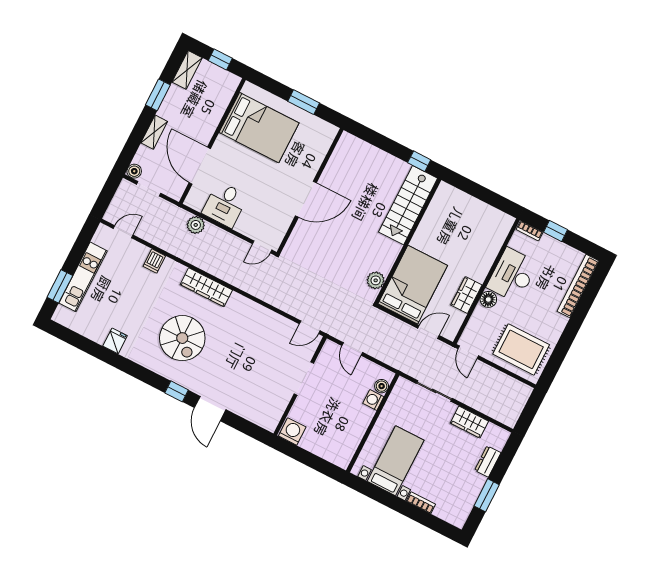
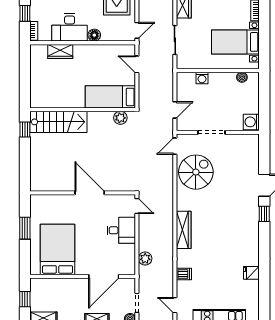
desk: (225, 204) -> (121, 230), moved
bed: (413, 285) -> (110, 97), width x0.67
wardrobe: (466, 295) -> (60, 51), moved
door: (310, 327) -> (175, 146), swing flipped
spiral stairs: (182, 338) -> (196, 172), moved
boiler: (382, 386) -> (242, 77), moved

